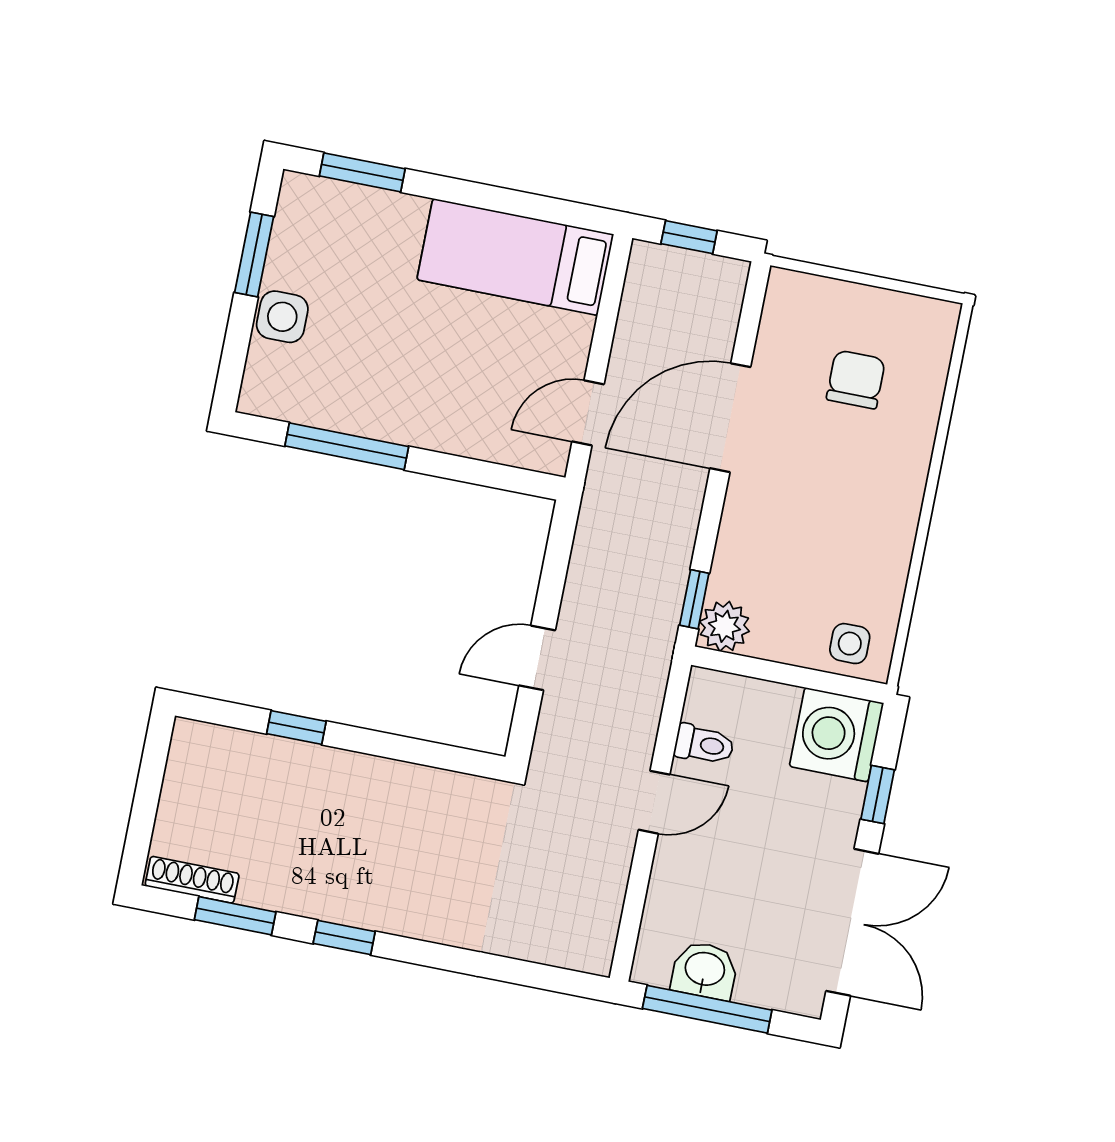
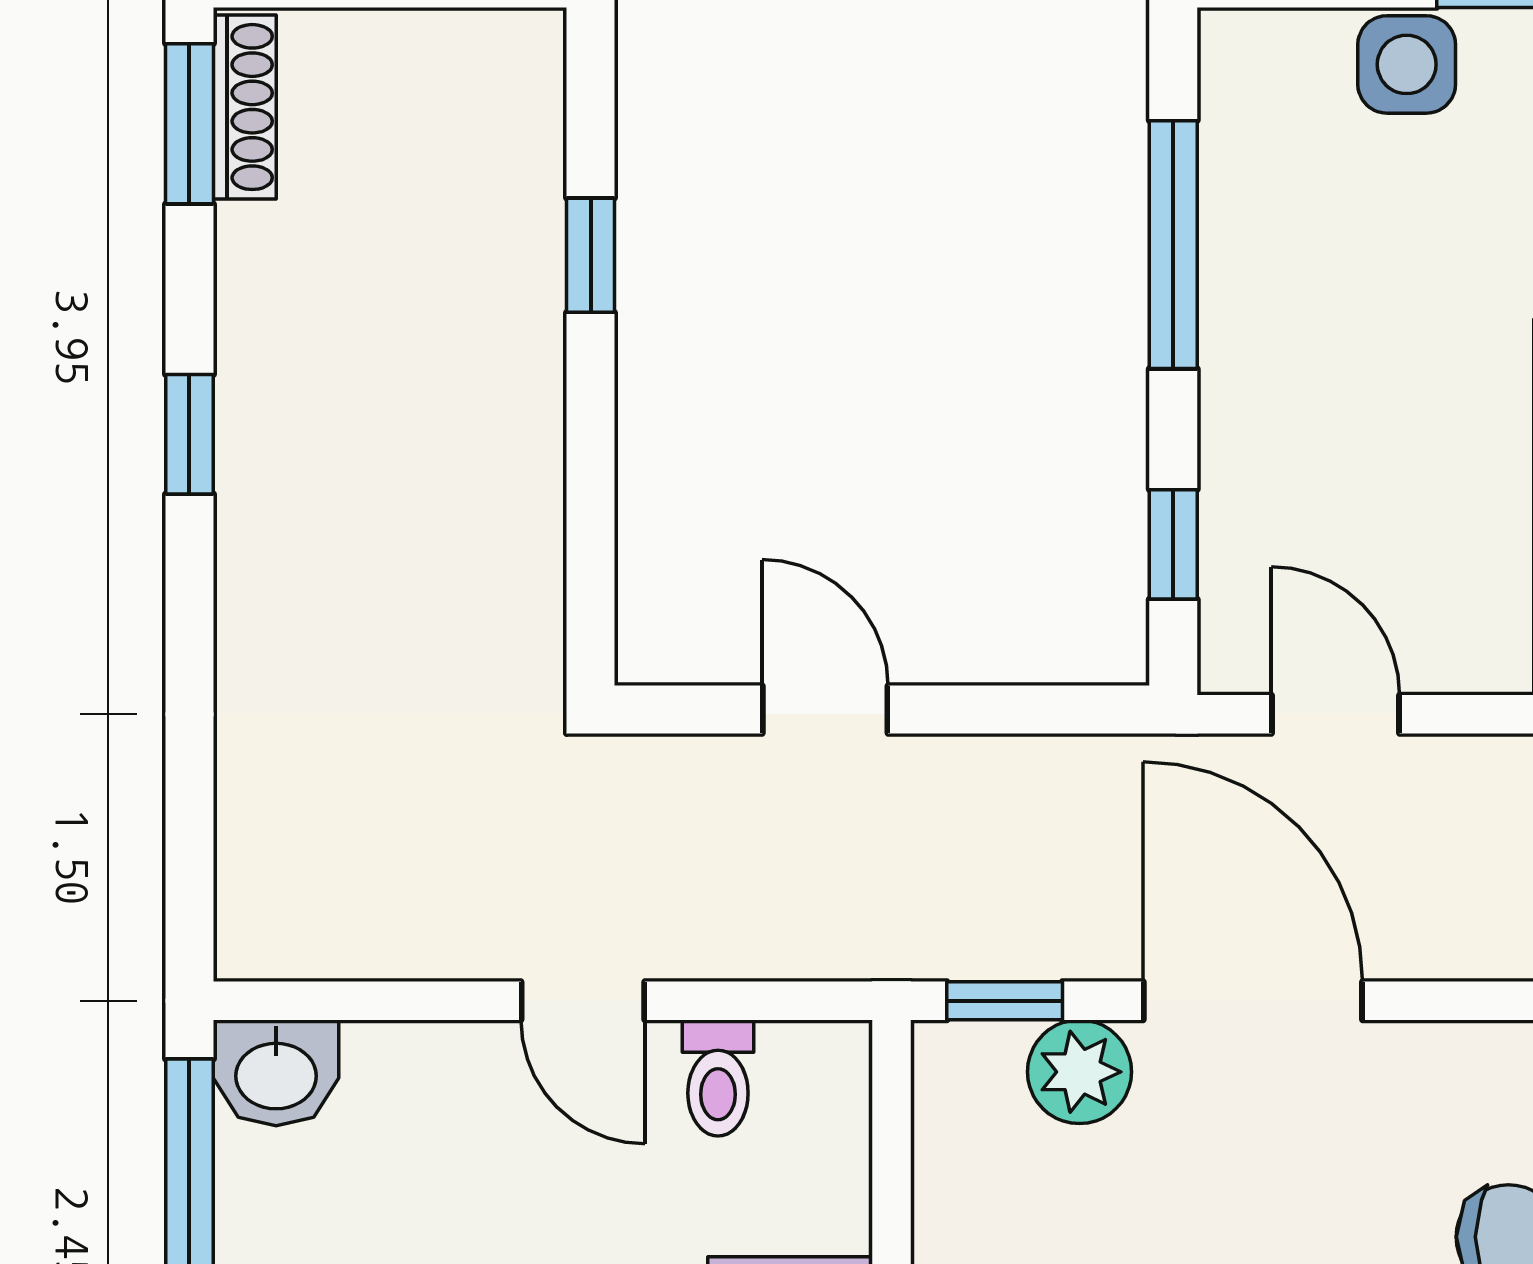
door: (730, 418) -> (1253, 1001), moved
window: (491, 475) -> (1173, 544), added
plant: (724, 626) -> (1079, 1072), moved
window: (235, 916) -> (189, 124), moved
washbasin: (705, 970) -> (276, 1073), moved, turned 90

